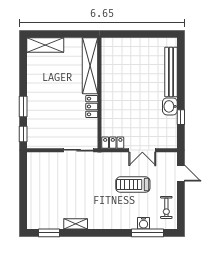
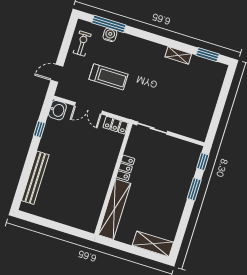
washbasin: (170, 106) -> (57, 110), moved
double door: (142, 150) -> (88, 108), swing flipped
door: (181, 173) -> (57, 73), hinge flipped

